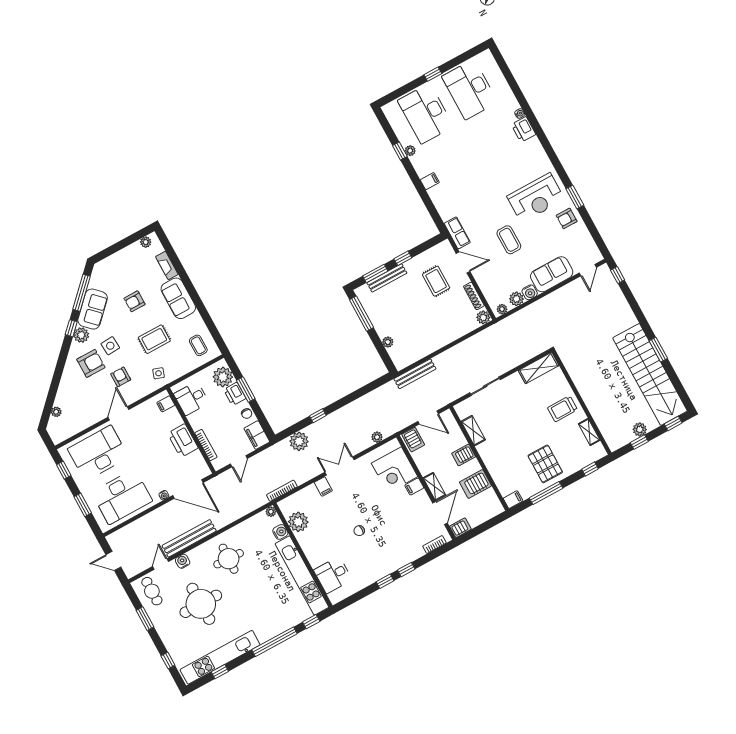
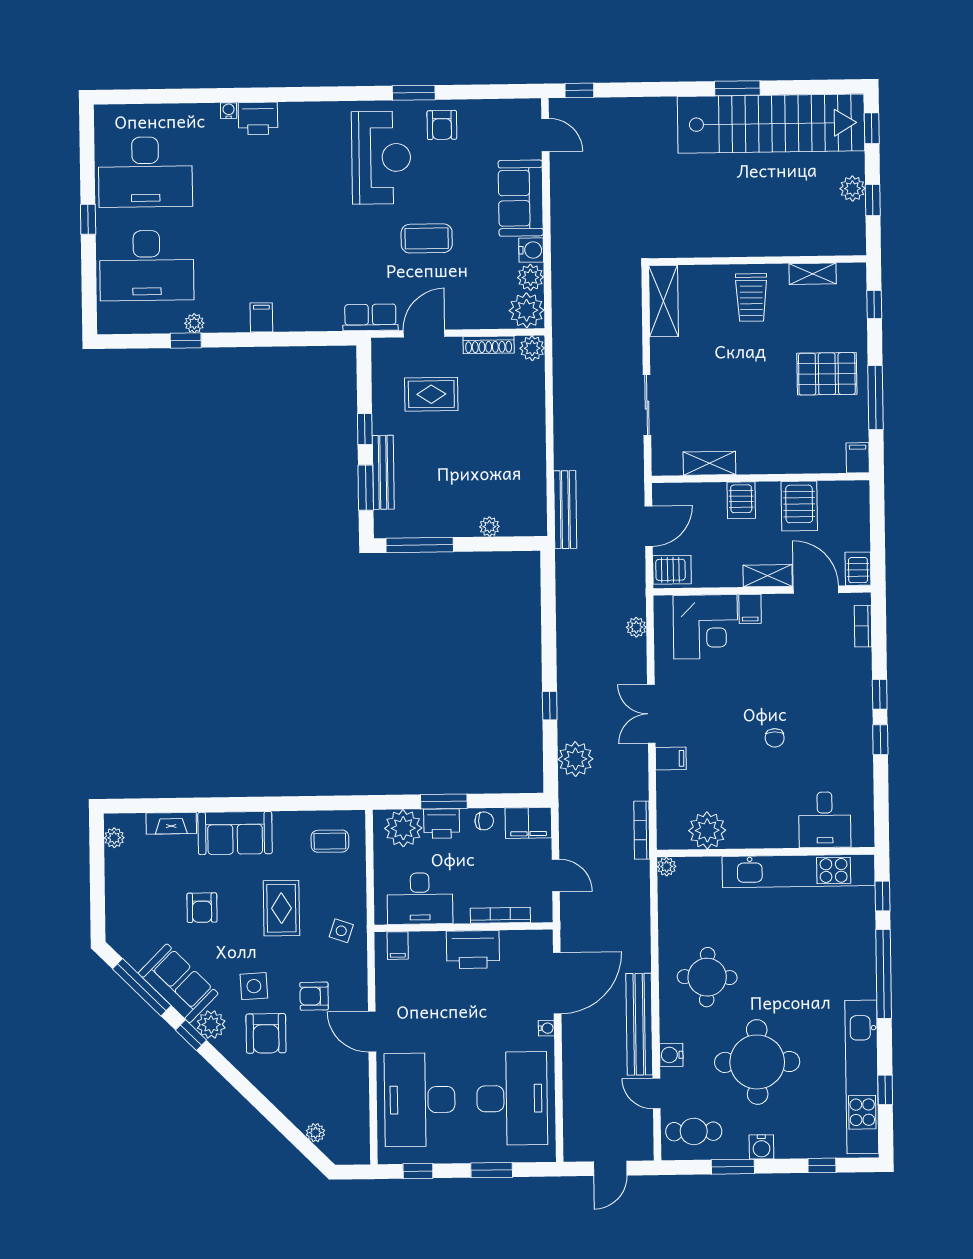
plant: (502, 309) -> (527, 310), width x1.87, depth x1.87
armchair: (91, 363) -> (266, 1033), turned 180
desk: (191, 398) -> (420, 899), width x1.37
water cooler: (280, 532) -> (761, 1147), moved, turned 180

